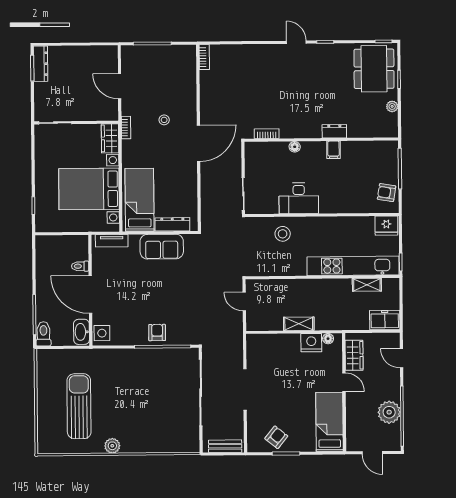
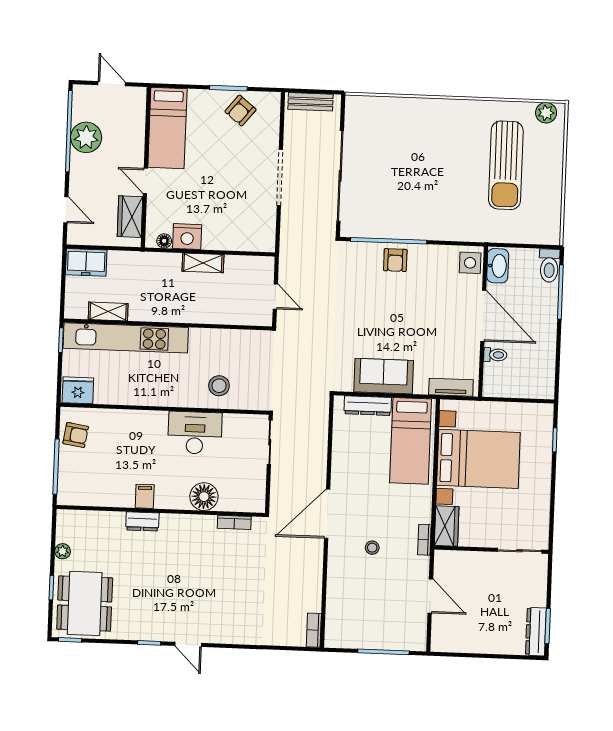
floor lamp: (295, 147) -> (204, 497), width x1.89, depth x1.89
plant: (112, 446) -> (546, 113), moved

